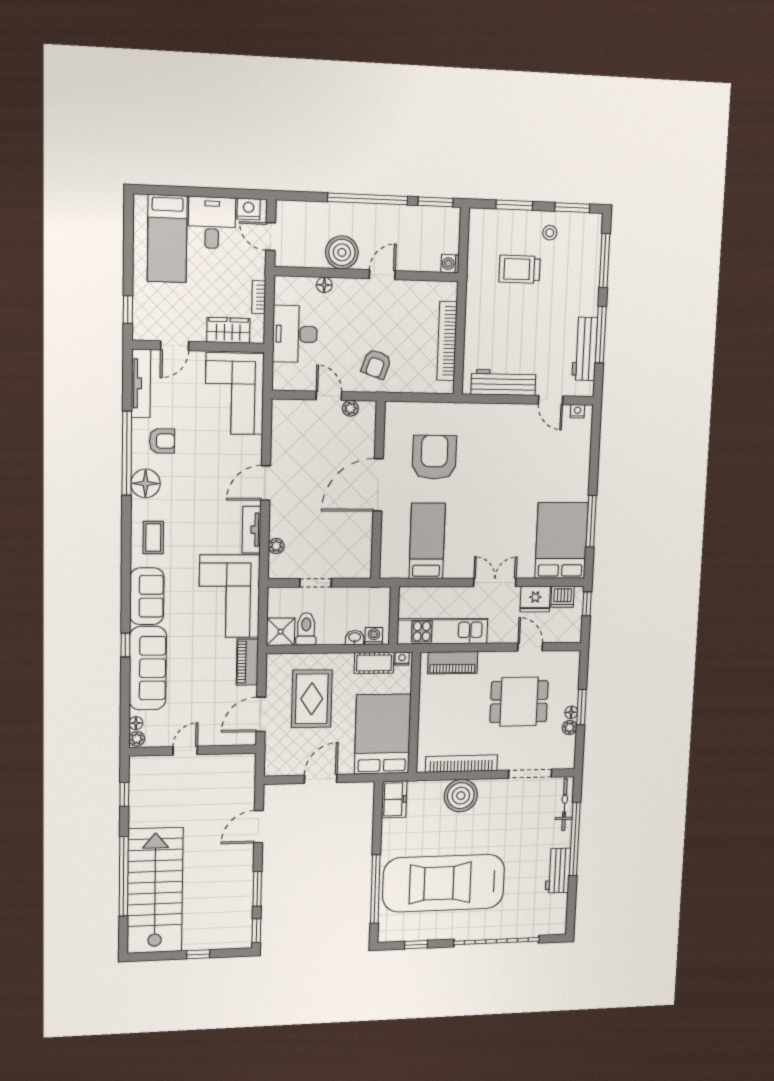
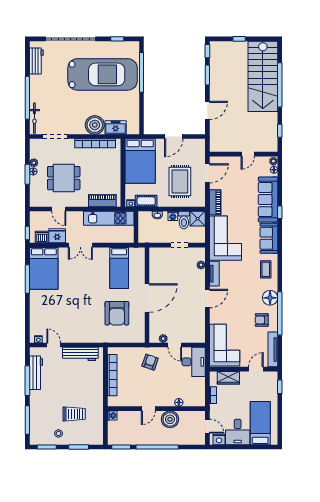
desk: (295, 334) -> (194, 362), moved
washing machine: (374, 636) -> (173, 216), moved
freezer: (394, 799) -> (116, 128), moved, turned 90
workbench: (558, 871) -> (36, 61), moved

